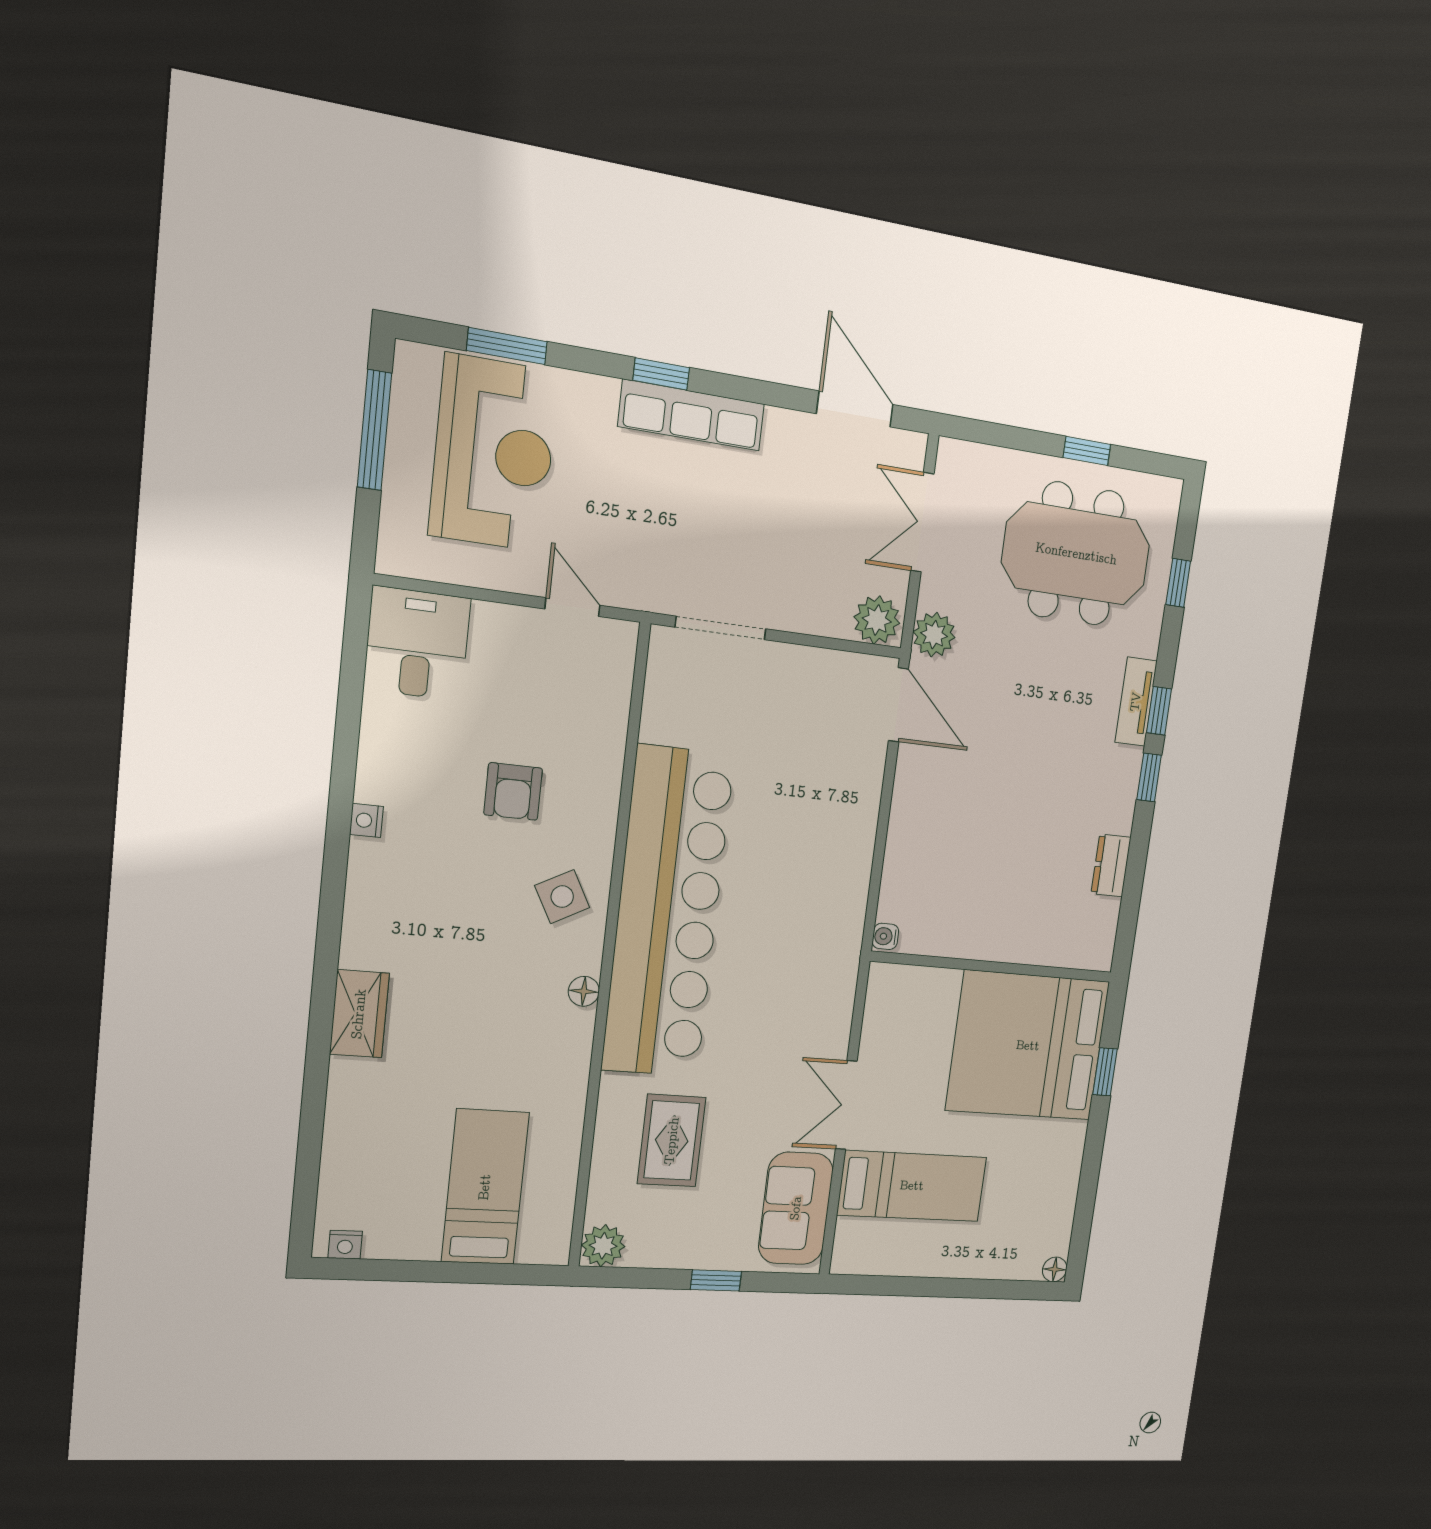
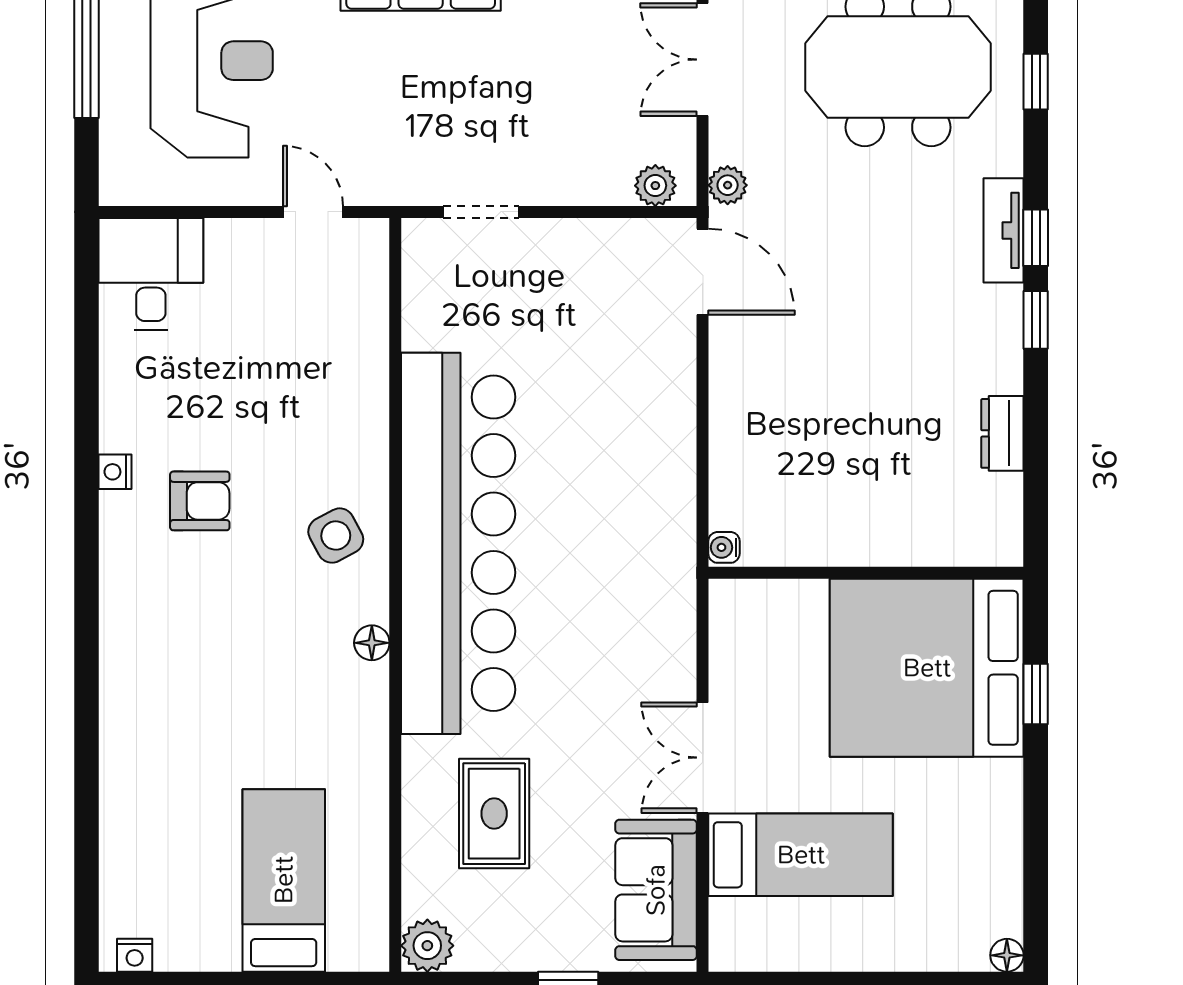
plant: (877, 620) -> (655, 186), width x0.73, depth x0.73
doorway: (721, 628) -> (481, 212), width x0.73
plant: (934, 635) -> (728, 185), width x0.73, depth x0.73
armchair: (513, 792) -> (200, 501), moved, turned -90
wardrobe: (359, 1014) -> (127, 688), removed

